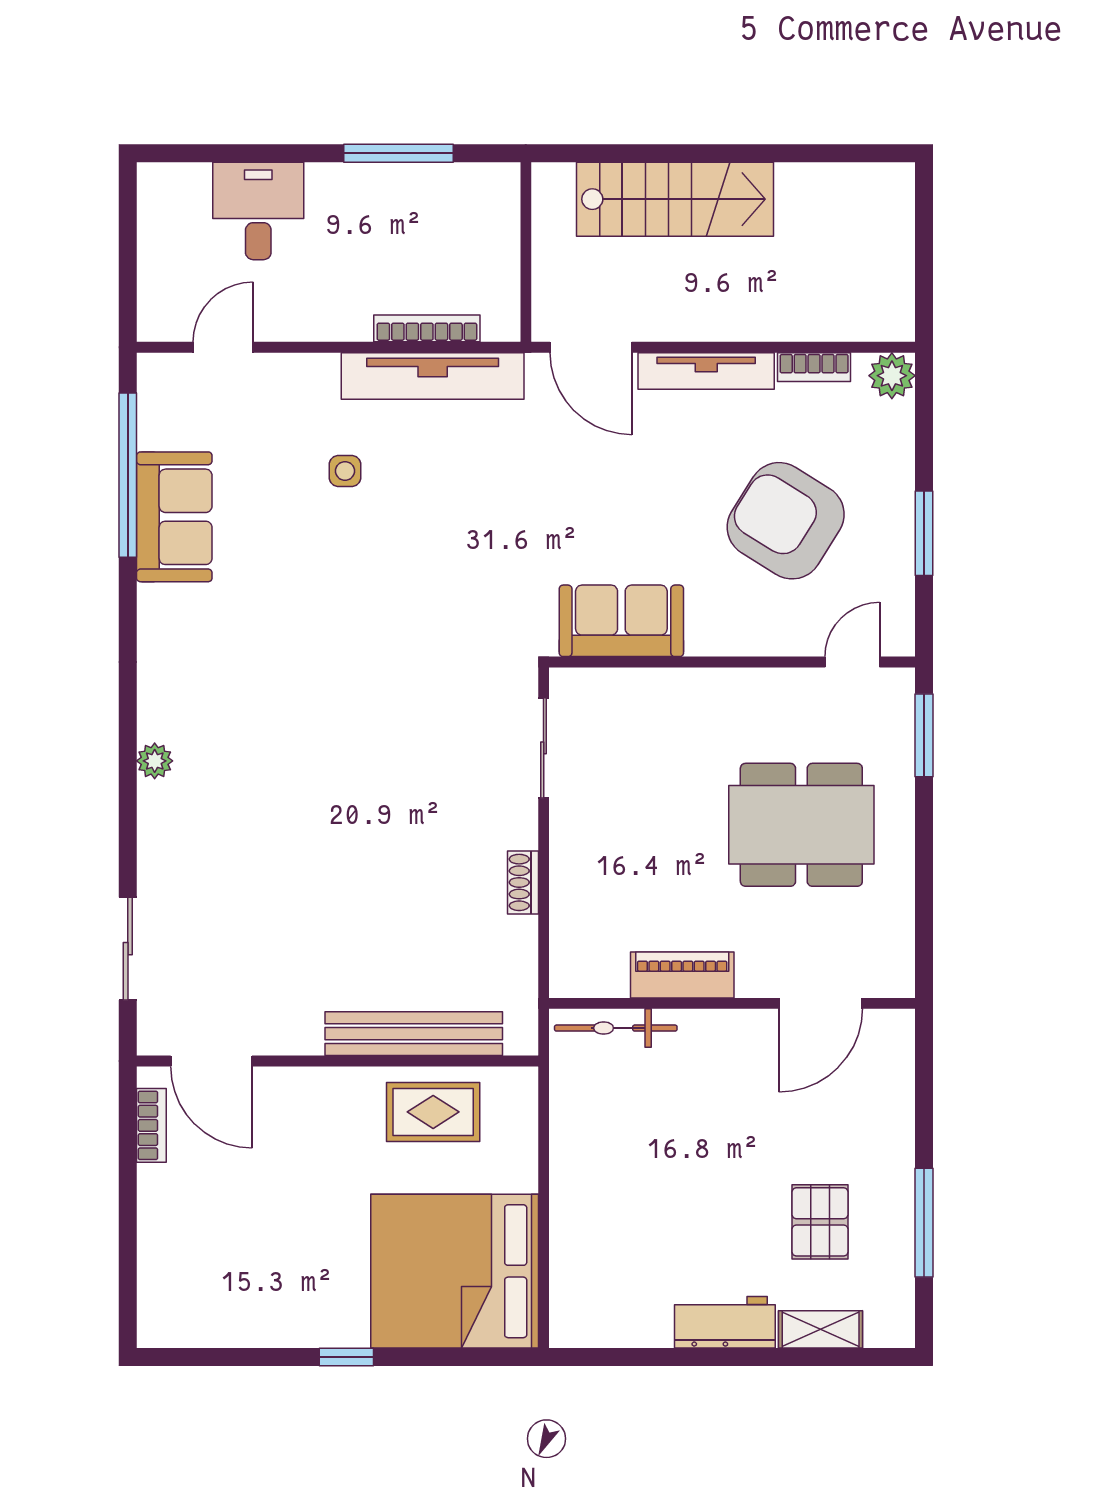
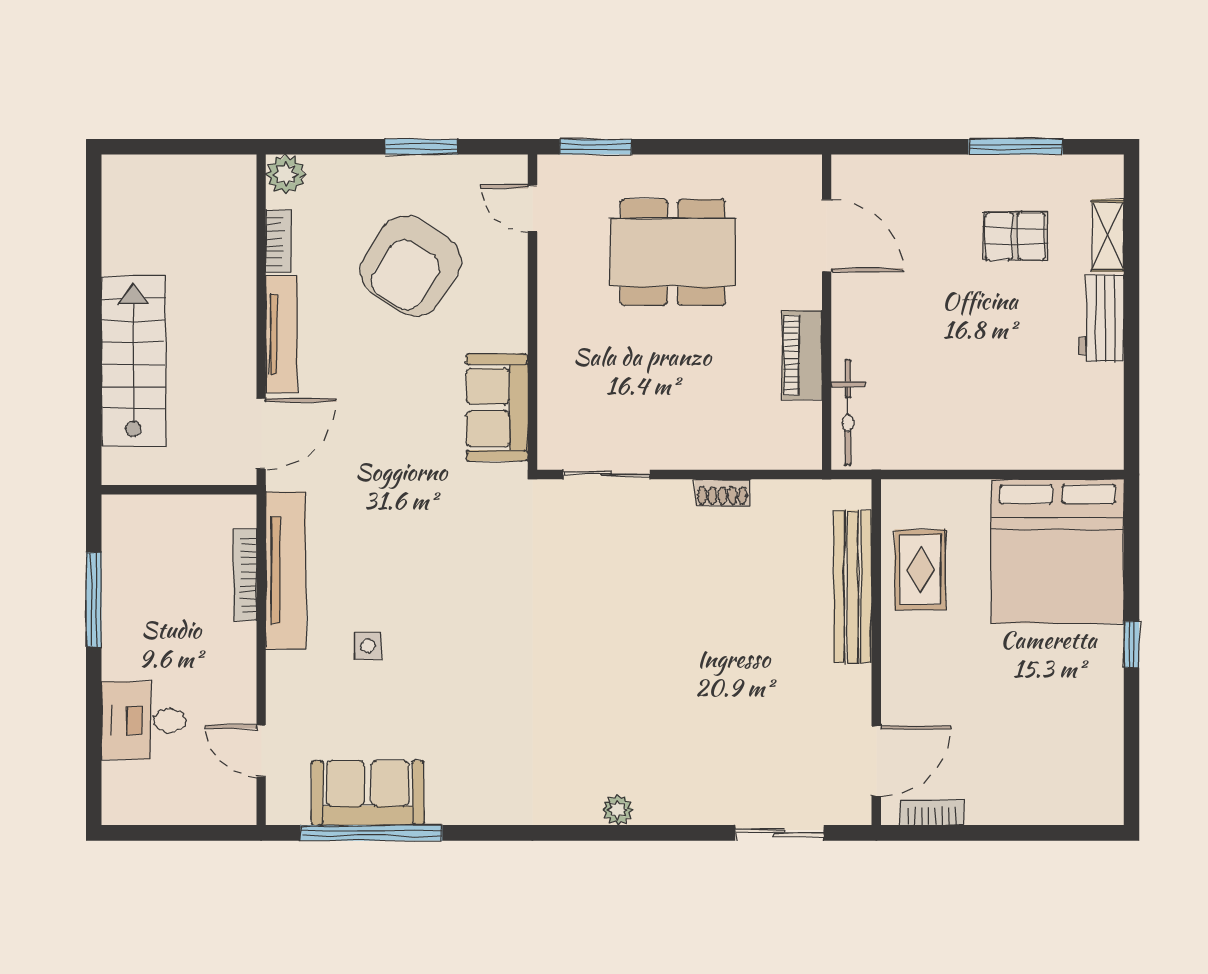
sofa: (174, 517) -> (368, 793), moved
dining table: (801, 825) -> (673, 252), turned 90

